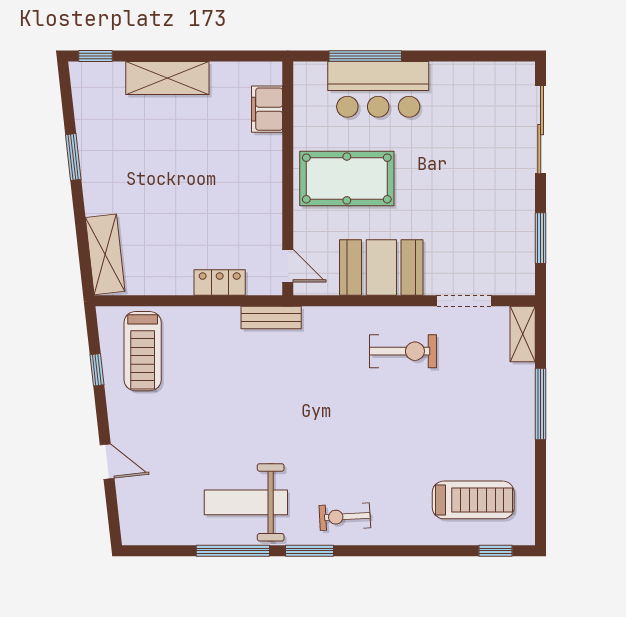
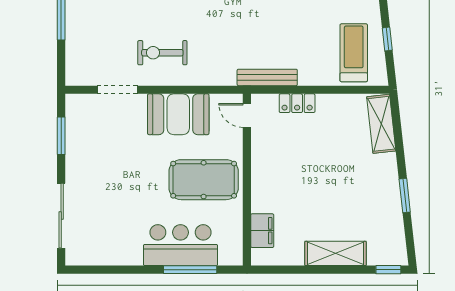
bench: (271, 318) -> (267, 77), width x1.36
shelving: (523, 334) -> (74, 65), removed

